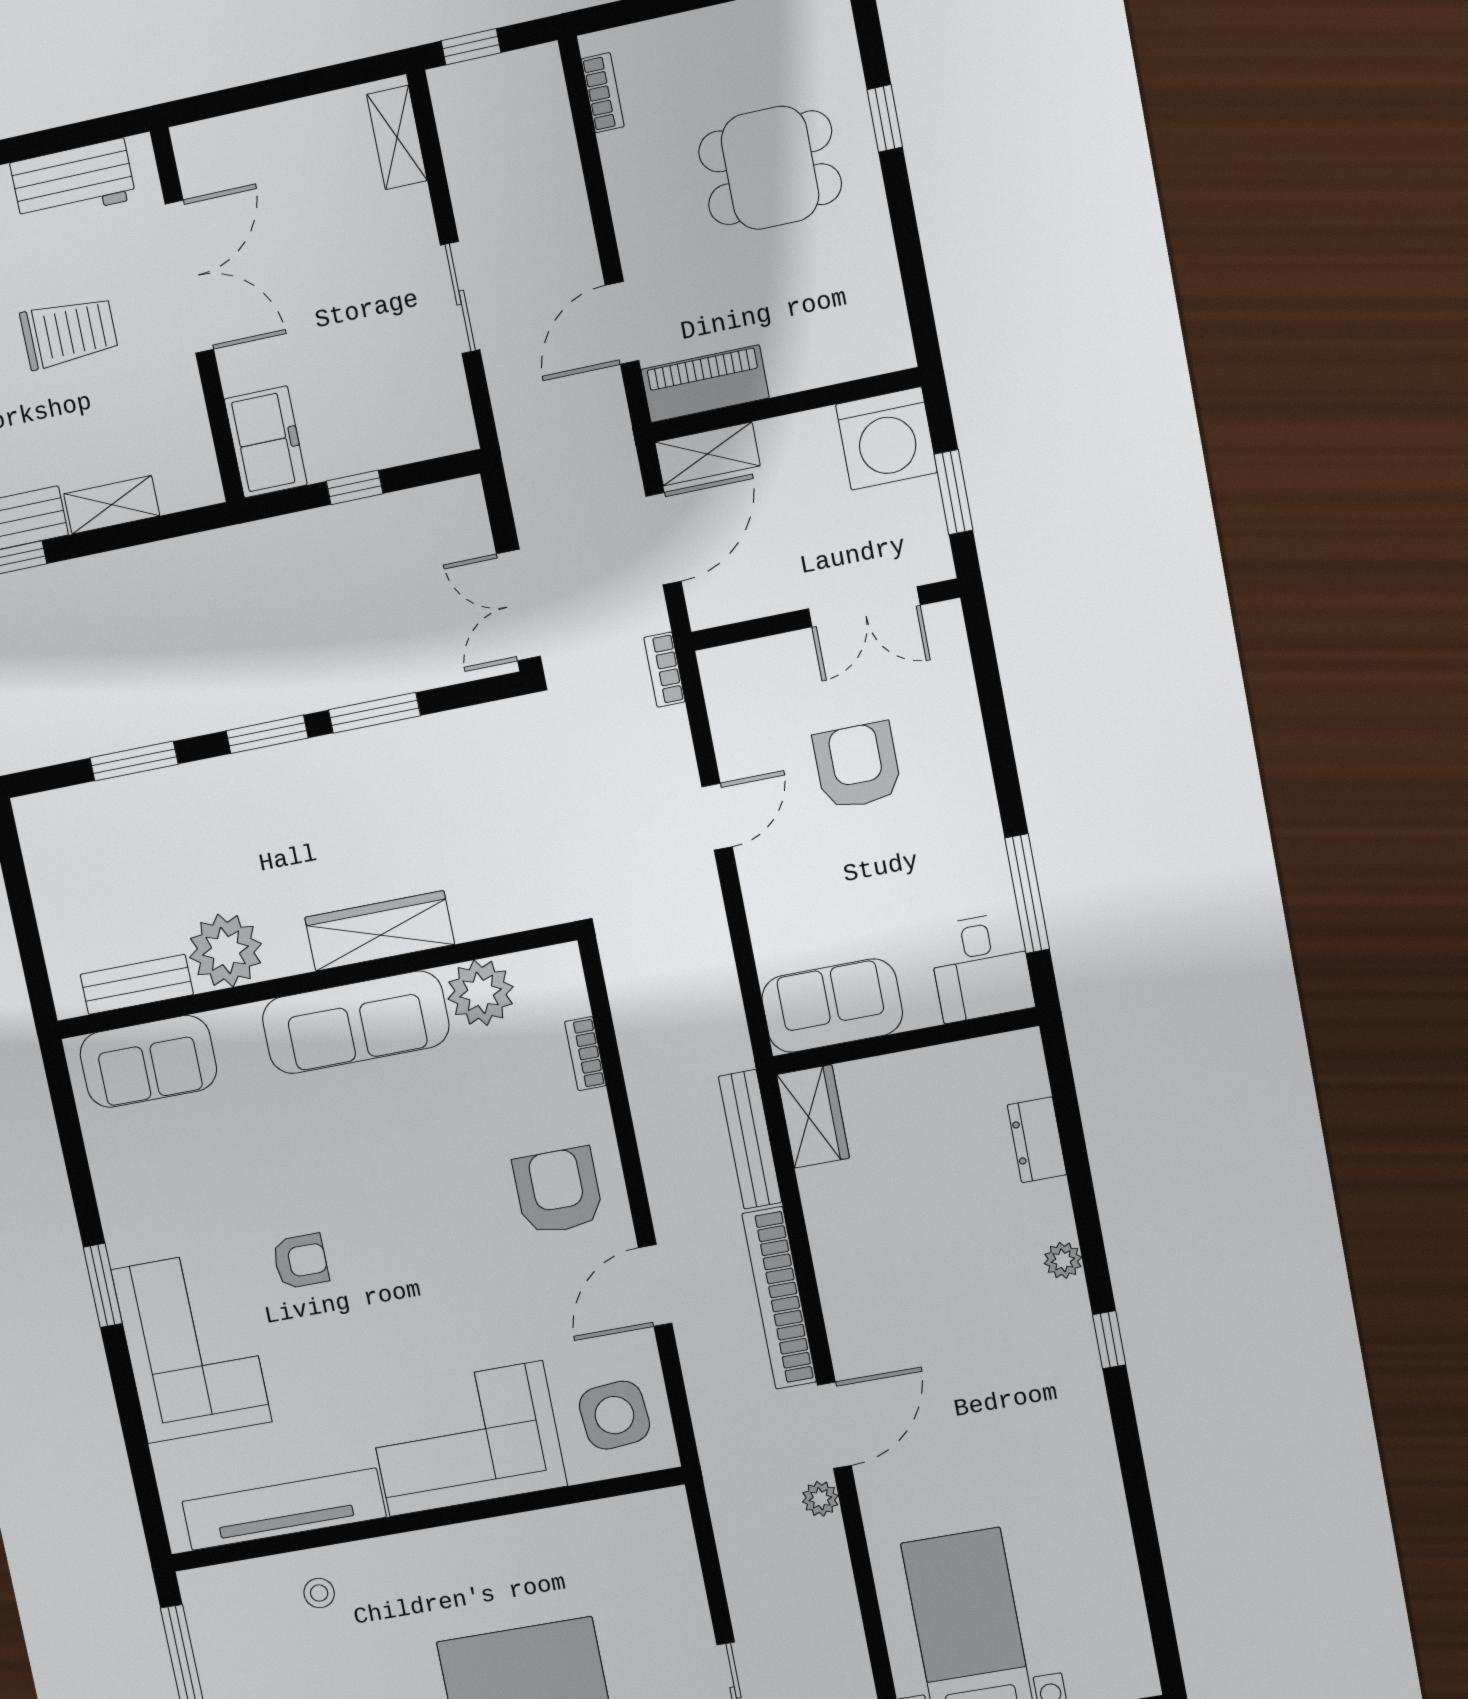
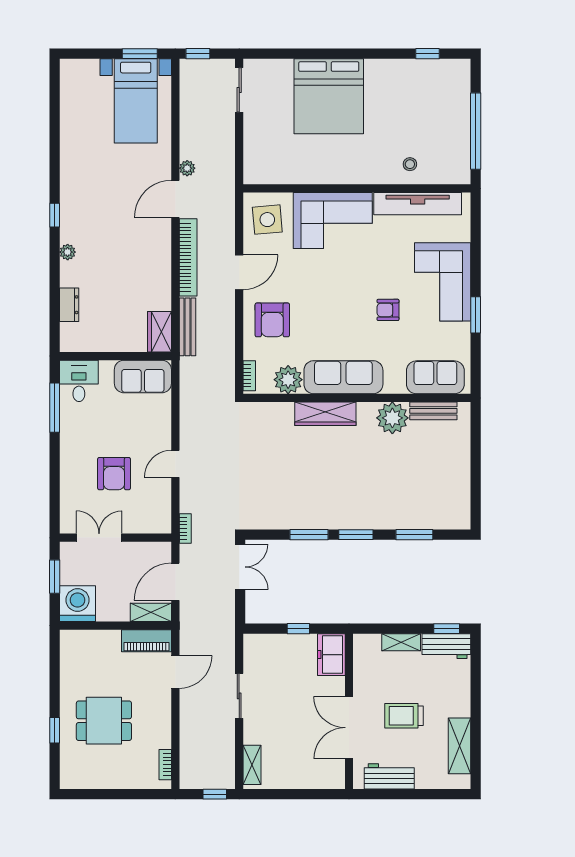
wardrobe: (380, 931) -> (325, 414), moved
plant: (226, 951) -> (392, 418), moved
wall: (315, 981) -> (357, 398), moved
bench: (137, 985) -> (433, 411), moved
plant: (481, 993) -> (288, 380), moved
sofa: (356, 1022) -> (343, 377), moved
sofa: (148, 1061) -> (435, 377), moved

